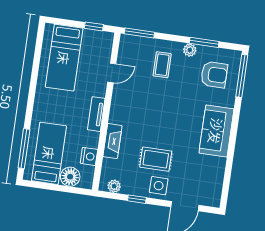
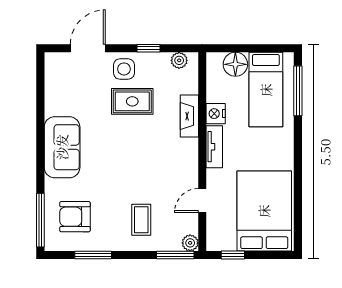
plant: (190, 50) -> (190, 243), moved
bed: (64, 58) -> (264, 211), width x1.50
nightstand: (89, 156) -> (216, 114), moved

